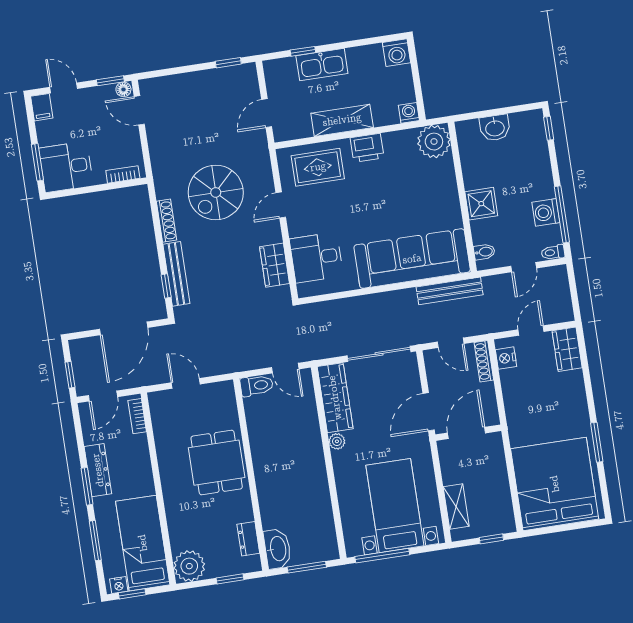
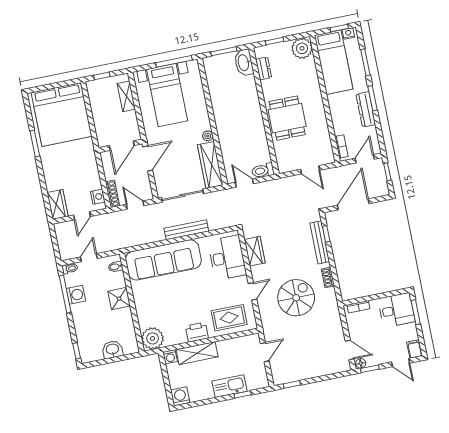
shelving: (342, 120) -> (197, 353), moved
shoe rack: (167, 221) -> (328, 277), width x0.70
desk: (316, 257) -> (227, 258), width x1.37
bench: (450, 291) -> (186, 230), moved

